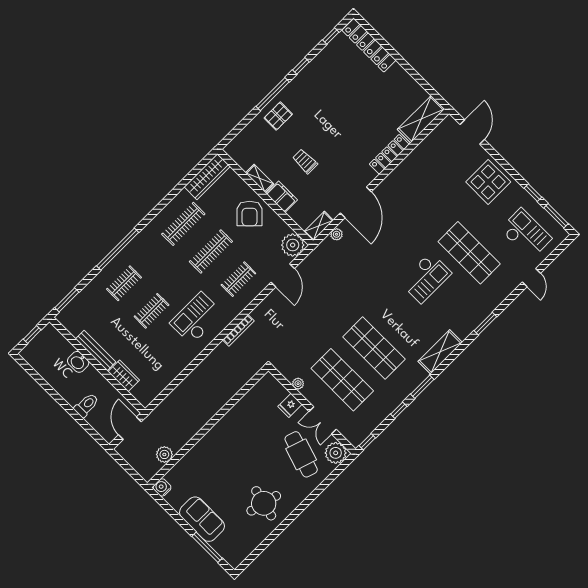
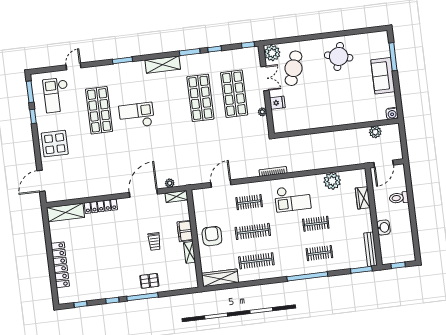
locker: (369, 45) -> (60, 265), moved
armchair: (250, 214) -> (212, 236), turned -45
plant: (293, 245) -> (332, 181), moved
bench: (96, 350) -> (371, 249), moved

